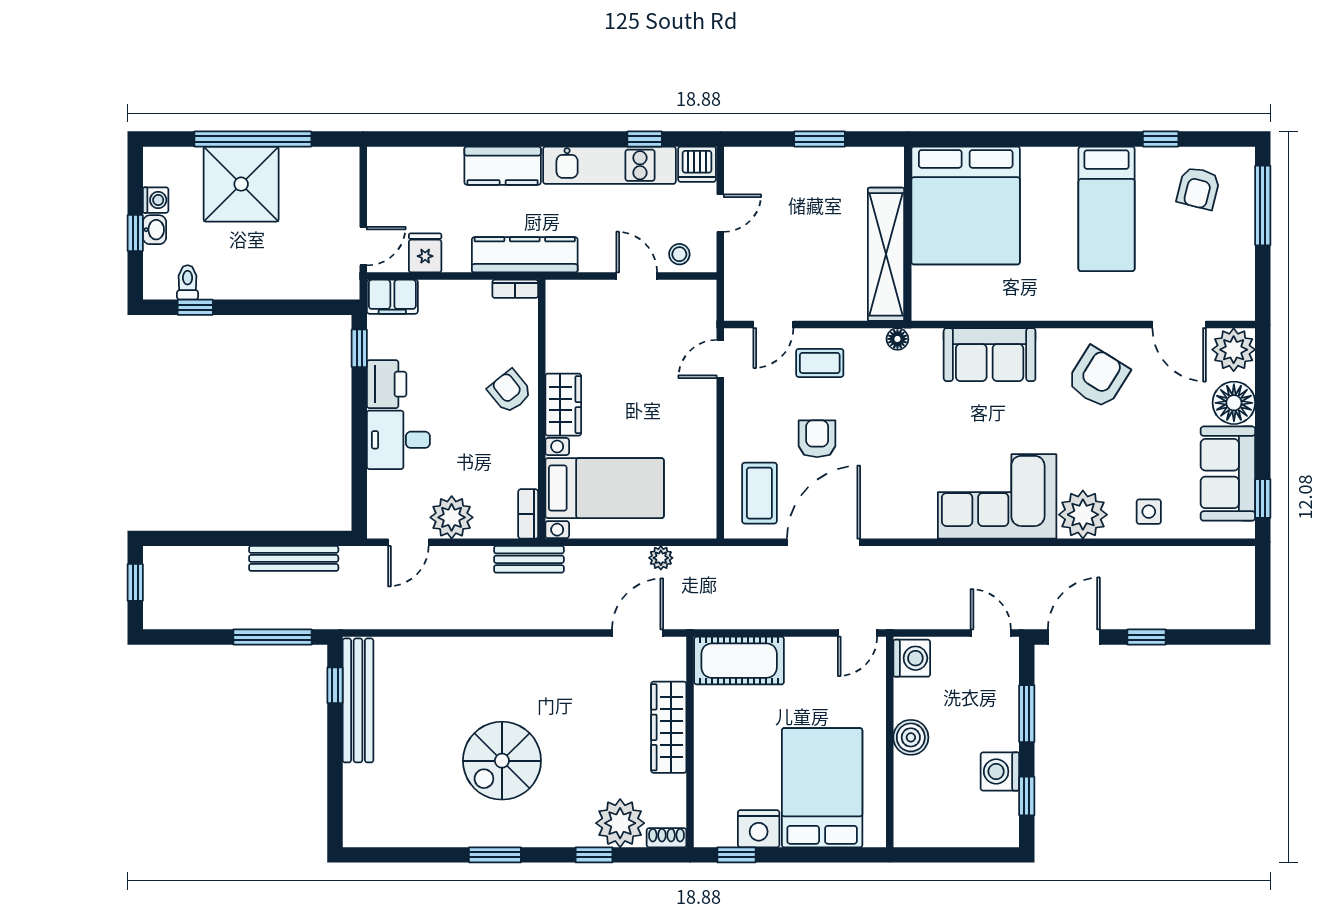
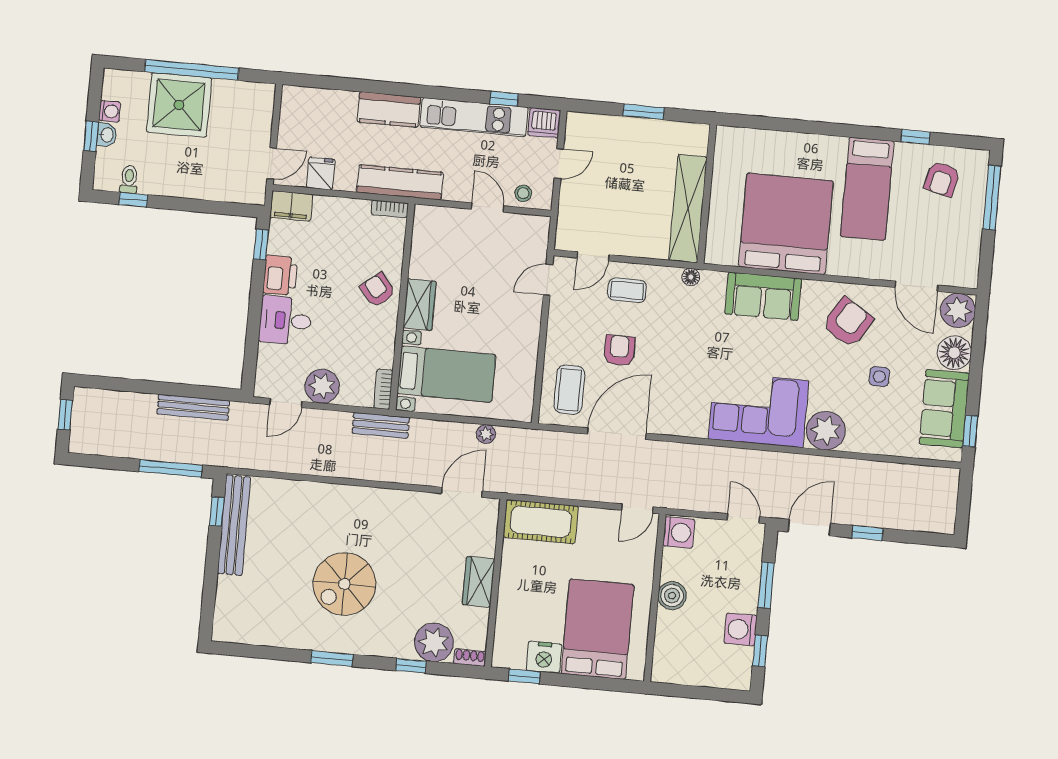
bed: (966, 205) -> (786, 224), moved, turned 180
side table: (1149, 512) -> (879, 377), moved
wardrobe: (669, 727) -> (479, 582), width x0.67

